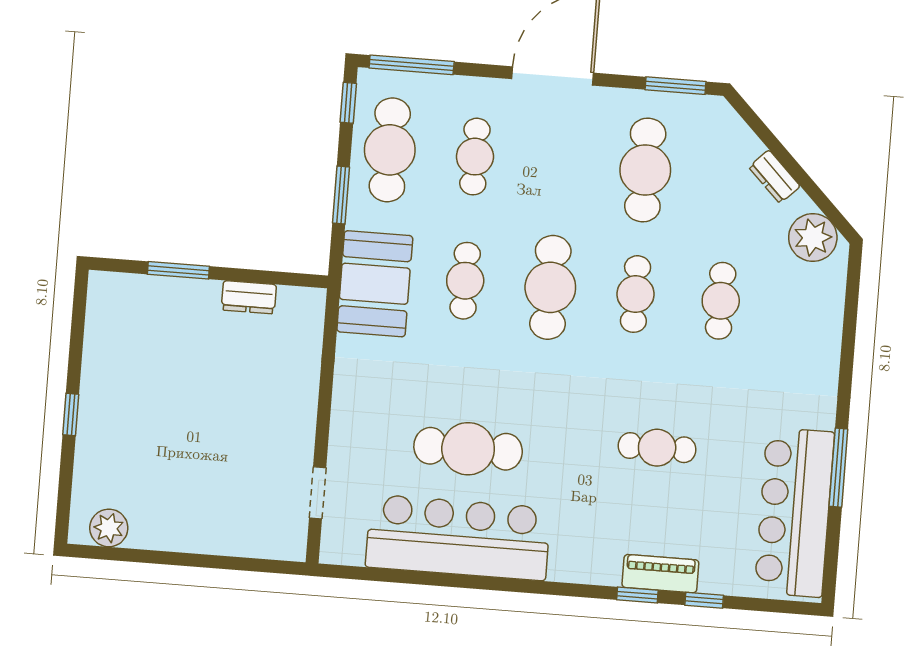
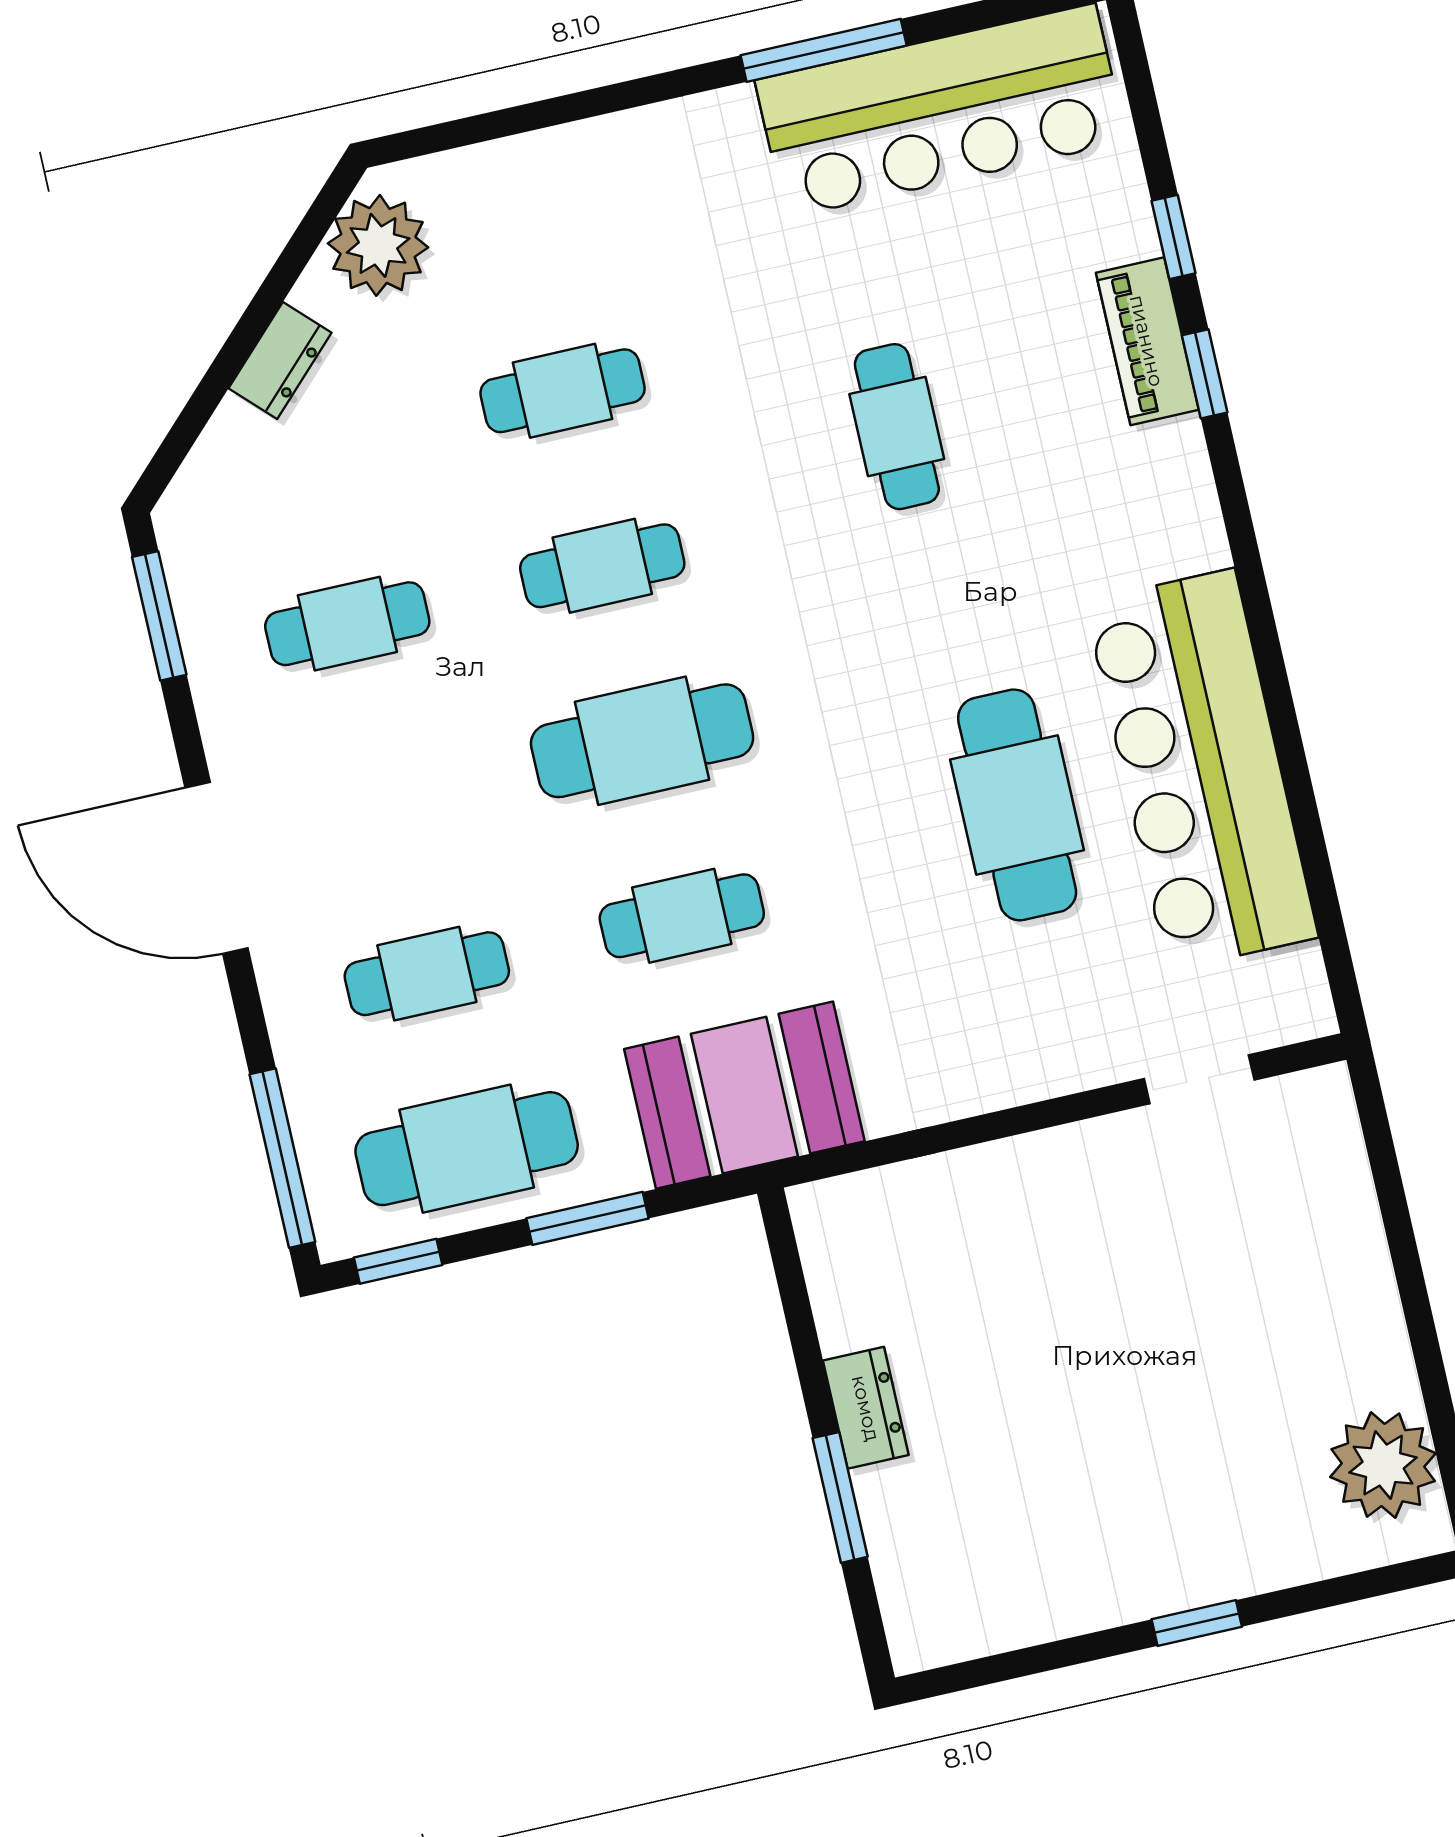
cafe table: (645, 170) -> (347, 624), width x0.73, depth x0.74
dresser: (249, 297) -> (866, 1408), moved
plant: (109, 528) -> (1383, 1465), width x1.36, depth x1.36

